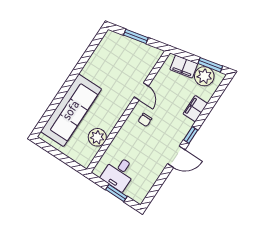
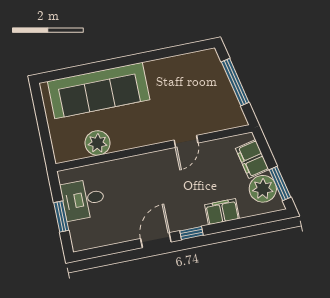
window: (136, 36) -> (235, 82), width x1.44
chair: (145, 120) -> (161, 173), removed
door: (176, 157) -> (156, 240), swing flipped

